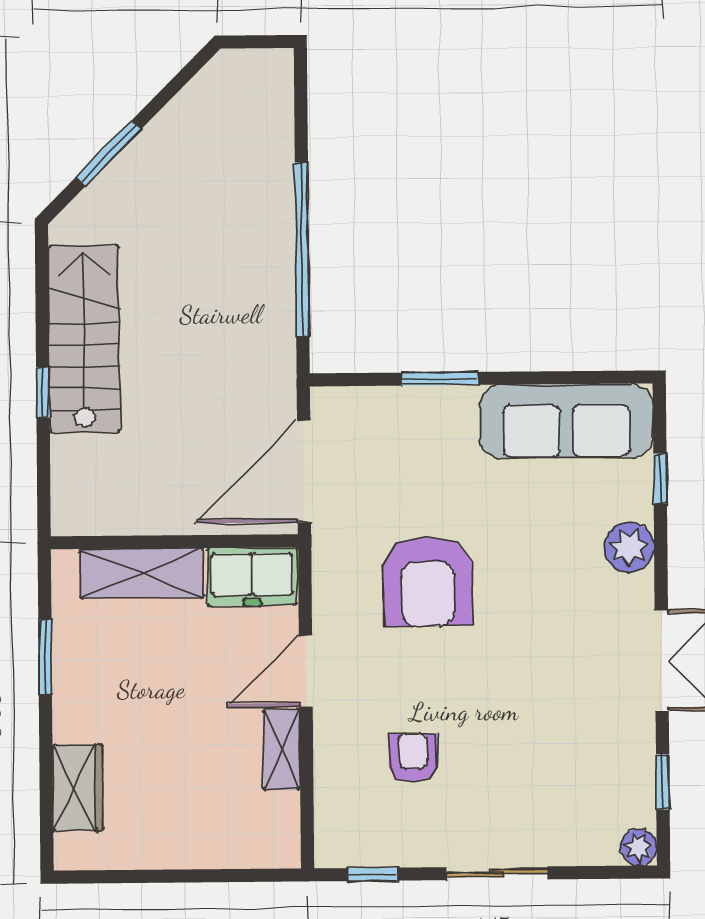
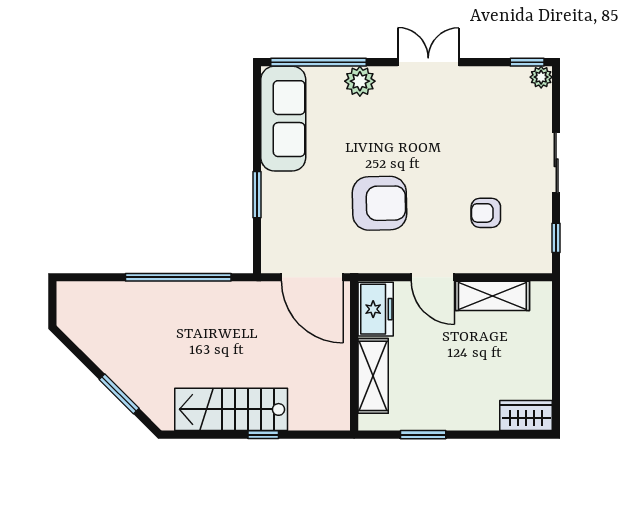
window: (660, 479) -> (318, 62), width x3.17
shelving: (282, 749) -> (492, 296), width x1.50, depth x1.33
window: (663, 782) -> (527, 62), moved
wardrobe: (78, 788) -> (526, 416), moved

